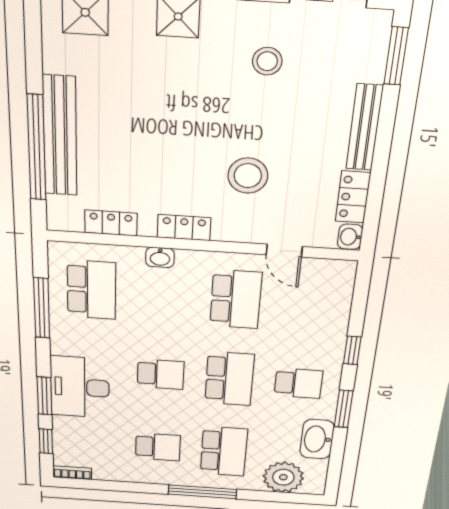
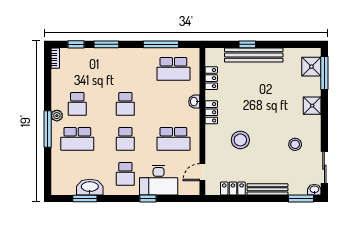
window: (37, 148) -> (247, 44), width x0.32
washbasin: (350, 237) -> (314, 190), moved
door: (284, 251) -> (202, 172), moved
school desk: (229, 379) -> (125, 139), width x0.54
desk: (80, 387) -> (159, 180), moved, turned 180
window: (344, 409) -> (85, 198), moved
plant: (283, 477) -> (57, 116), moved, width x0.53, depth x0.53

